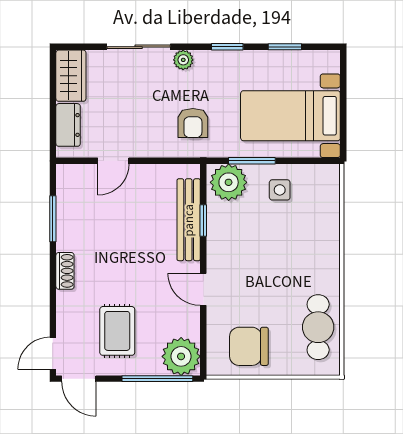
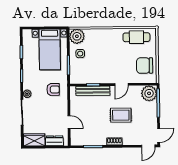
plant: (229, 182) -> (77, 36), moved
rug: (117, 331) -> (121, 115), moved
chair: (249, 346) -> (145, 66), turned 90
door: (53, 353) -> (148, 146), hinge flipped

